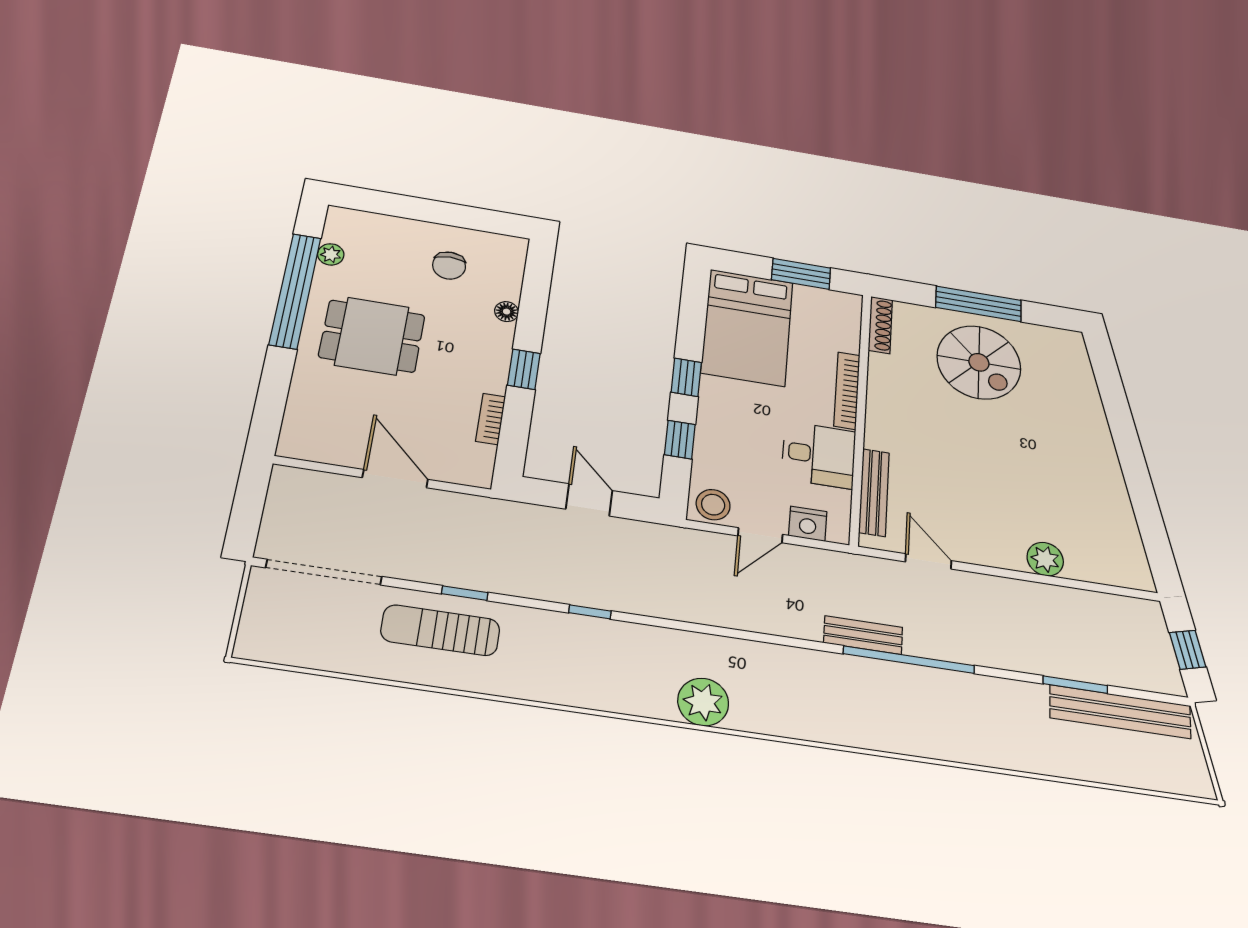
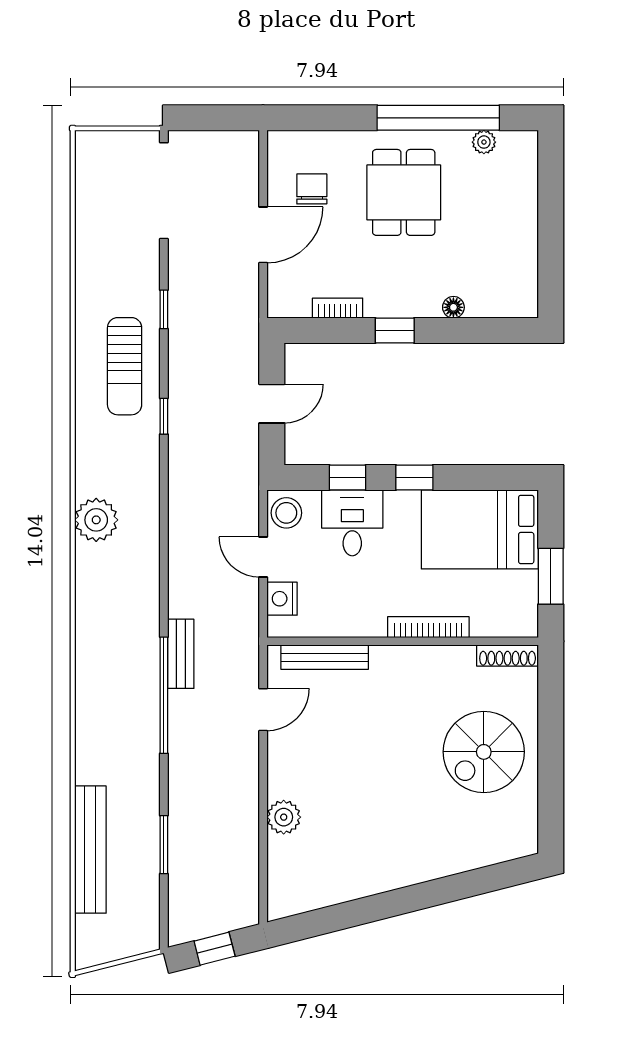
chair: (449, 266) -> (312, 189), moved, turned 90
window: (979, 304) -> (551, 750), removed
desk: (819, 455) -> (352, 523), moved, turned 180
sun lounger: (440, 630) -> (125, 366), moved, turned 180
bench: (1120, 712) -> (90, 850), moved

